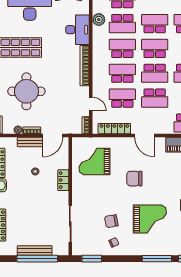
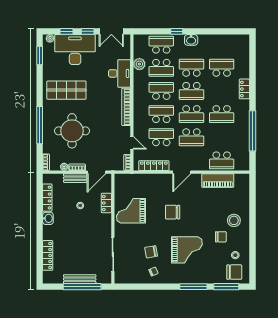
school desk: (155, 48) -> (191, 91), turned 180
door: (144, 136) -> (182, 172), hinge flipped
grand piano: (94, 162) -> (131, 211), moved
locker: (63, 180) -> (106, 203), moved
window: (92, 259) -> (133, 287), removed

